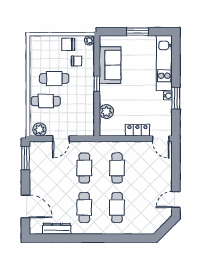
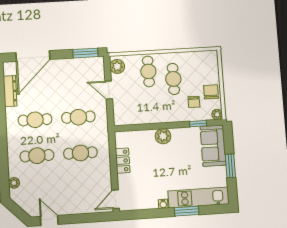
sofa: (110, 65) -> (213, 146), moved, turned 90
window: (97, 84) -> (198, 124), moved
window: (176, 98) -> (187, 211), moved
plant: (106, 112) -> (163, 136), moved
locker: (137, 130) -> (123, 161), moved
door: (25, 206) -> (33, 56), width x1.36
plant: (140, 229) -> (14, 183), added

